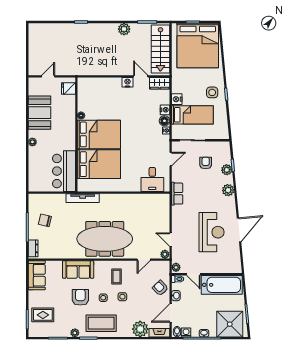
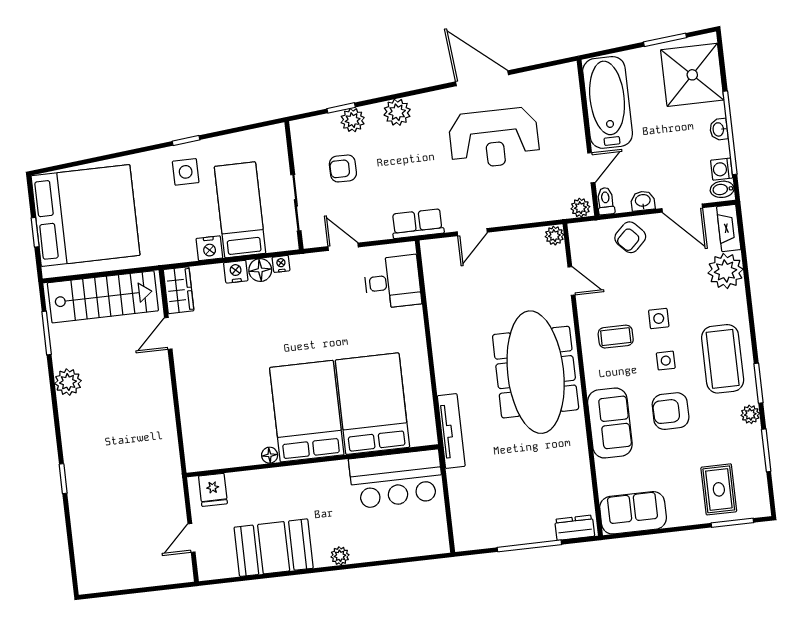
door: (48, 76) -> (191, 538), hinge flipped
nightstand: (128, 82) -> (185, 361), removed
chair: (45, 220) -> (510, 509), removed
reception desk: (212, 232) -> (494, 138), turned 180
door: (171, 240) -> (472, 232), moved

